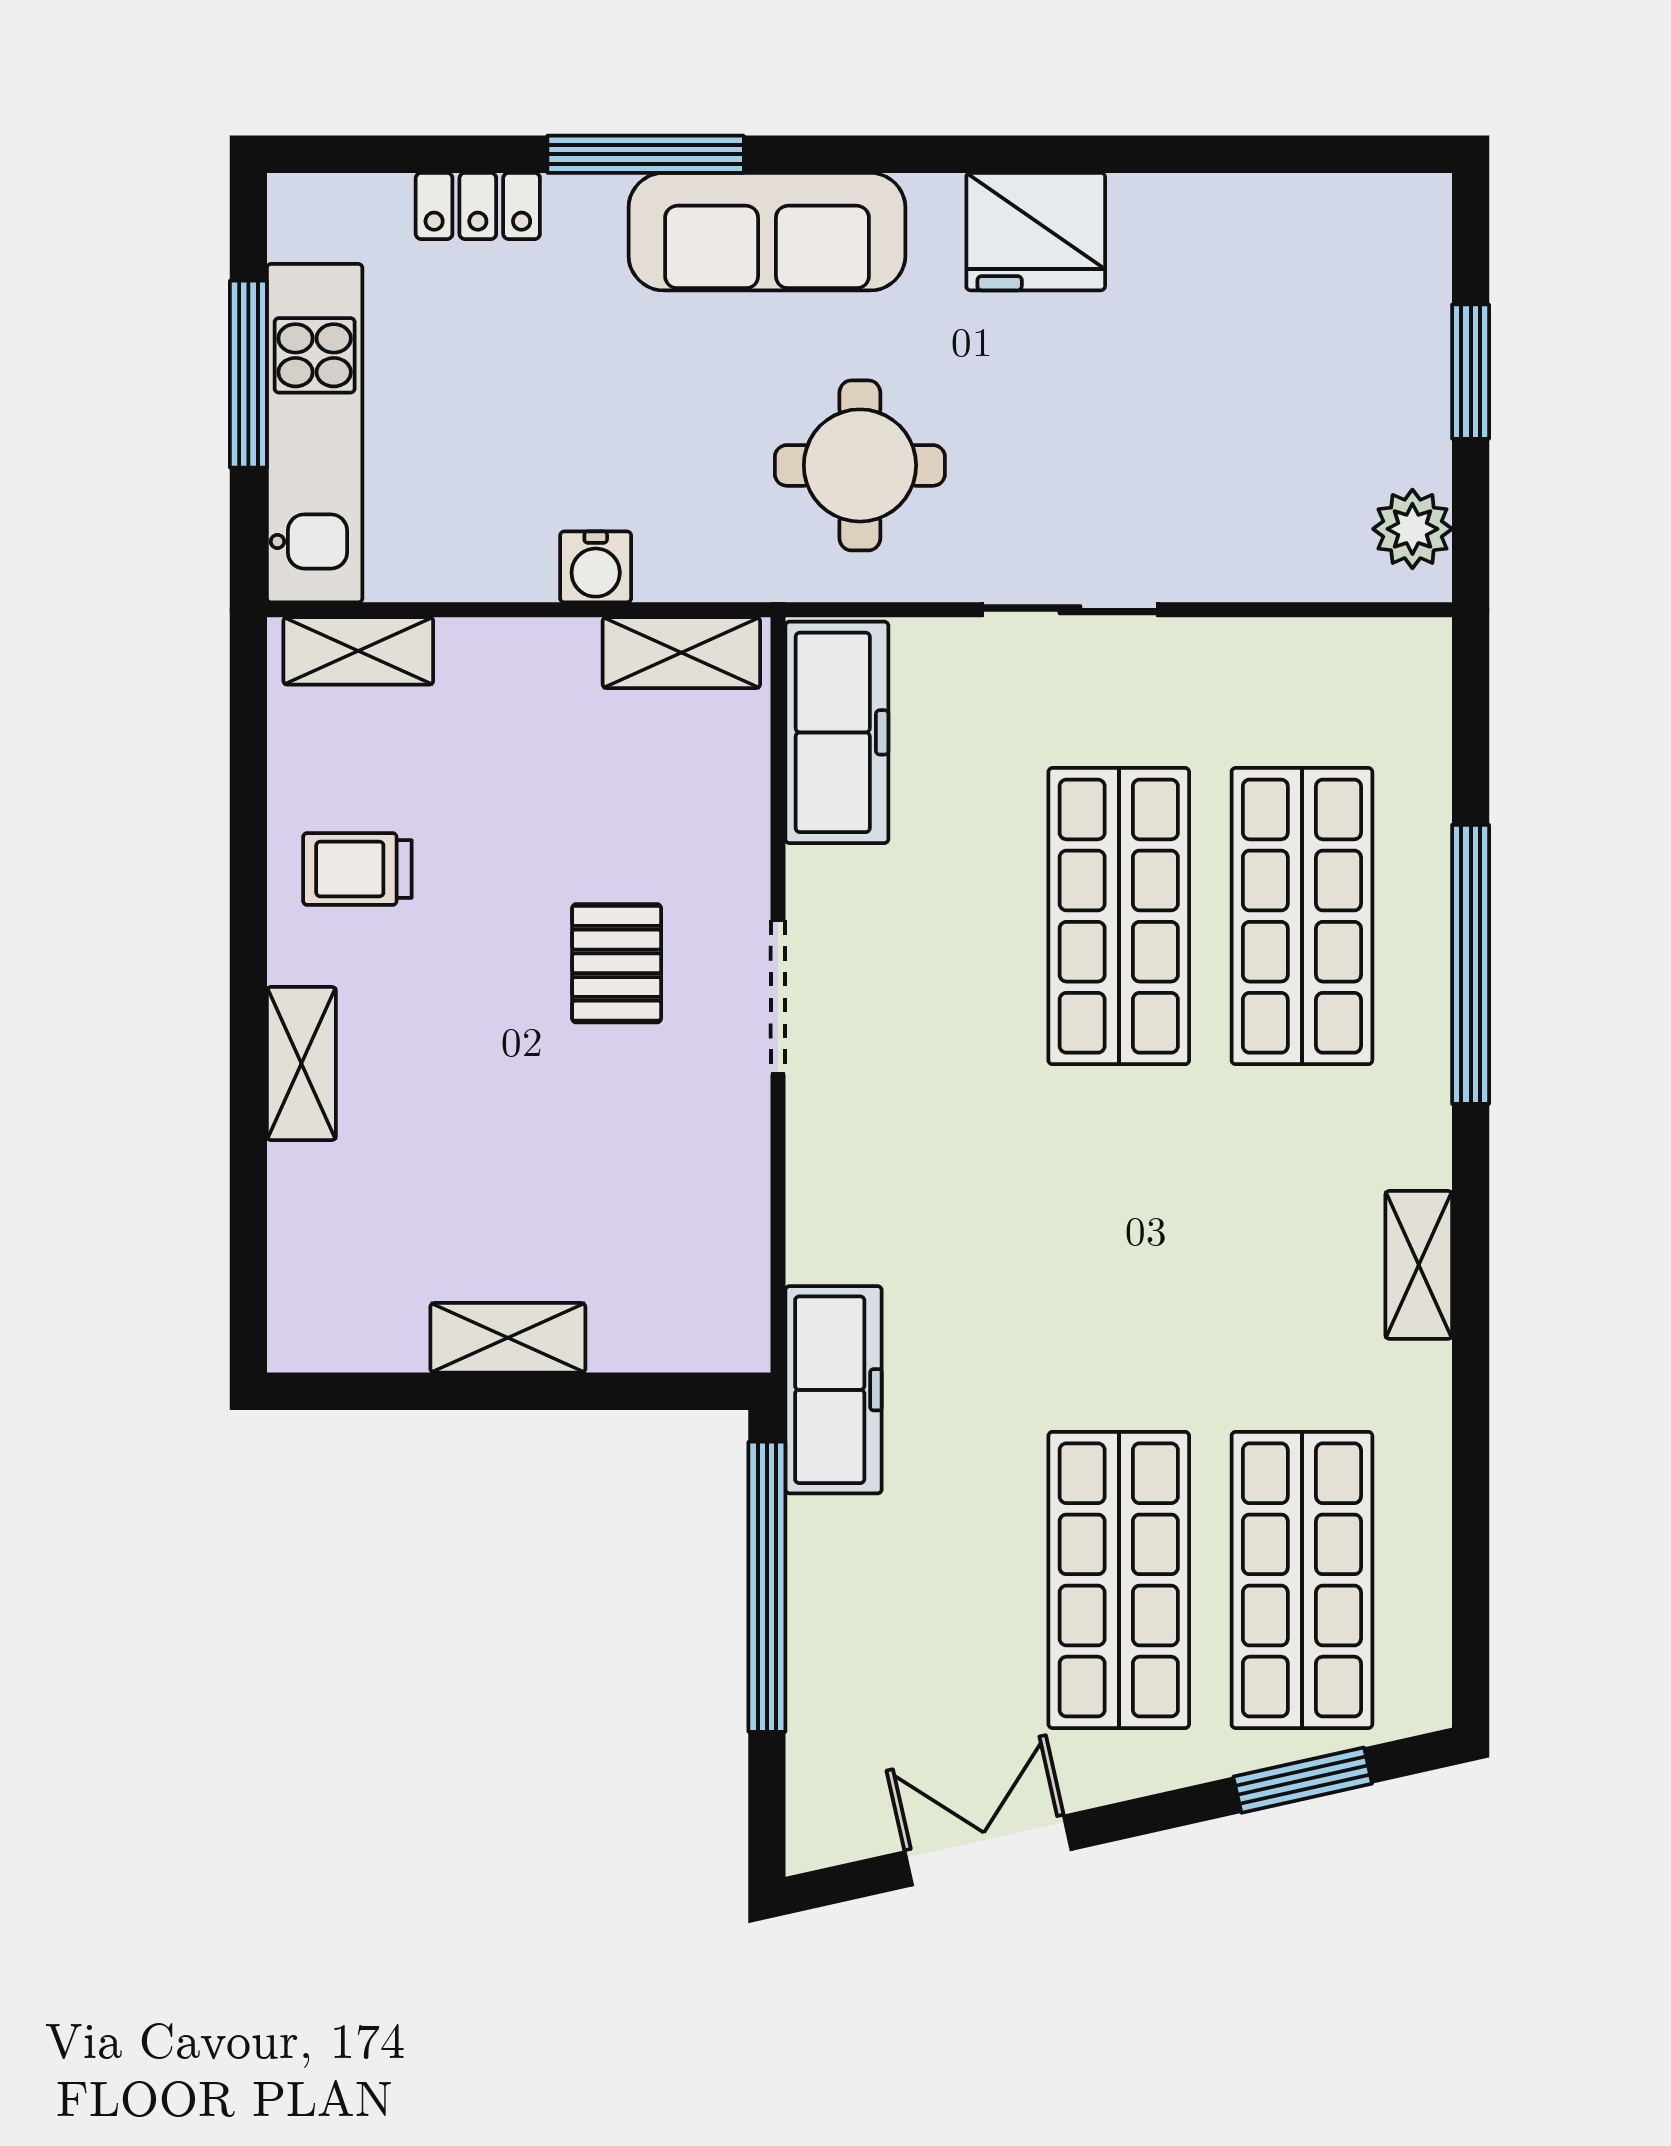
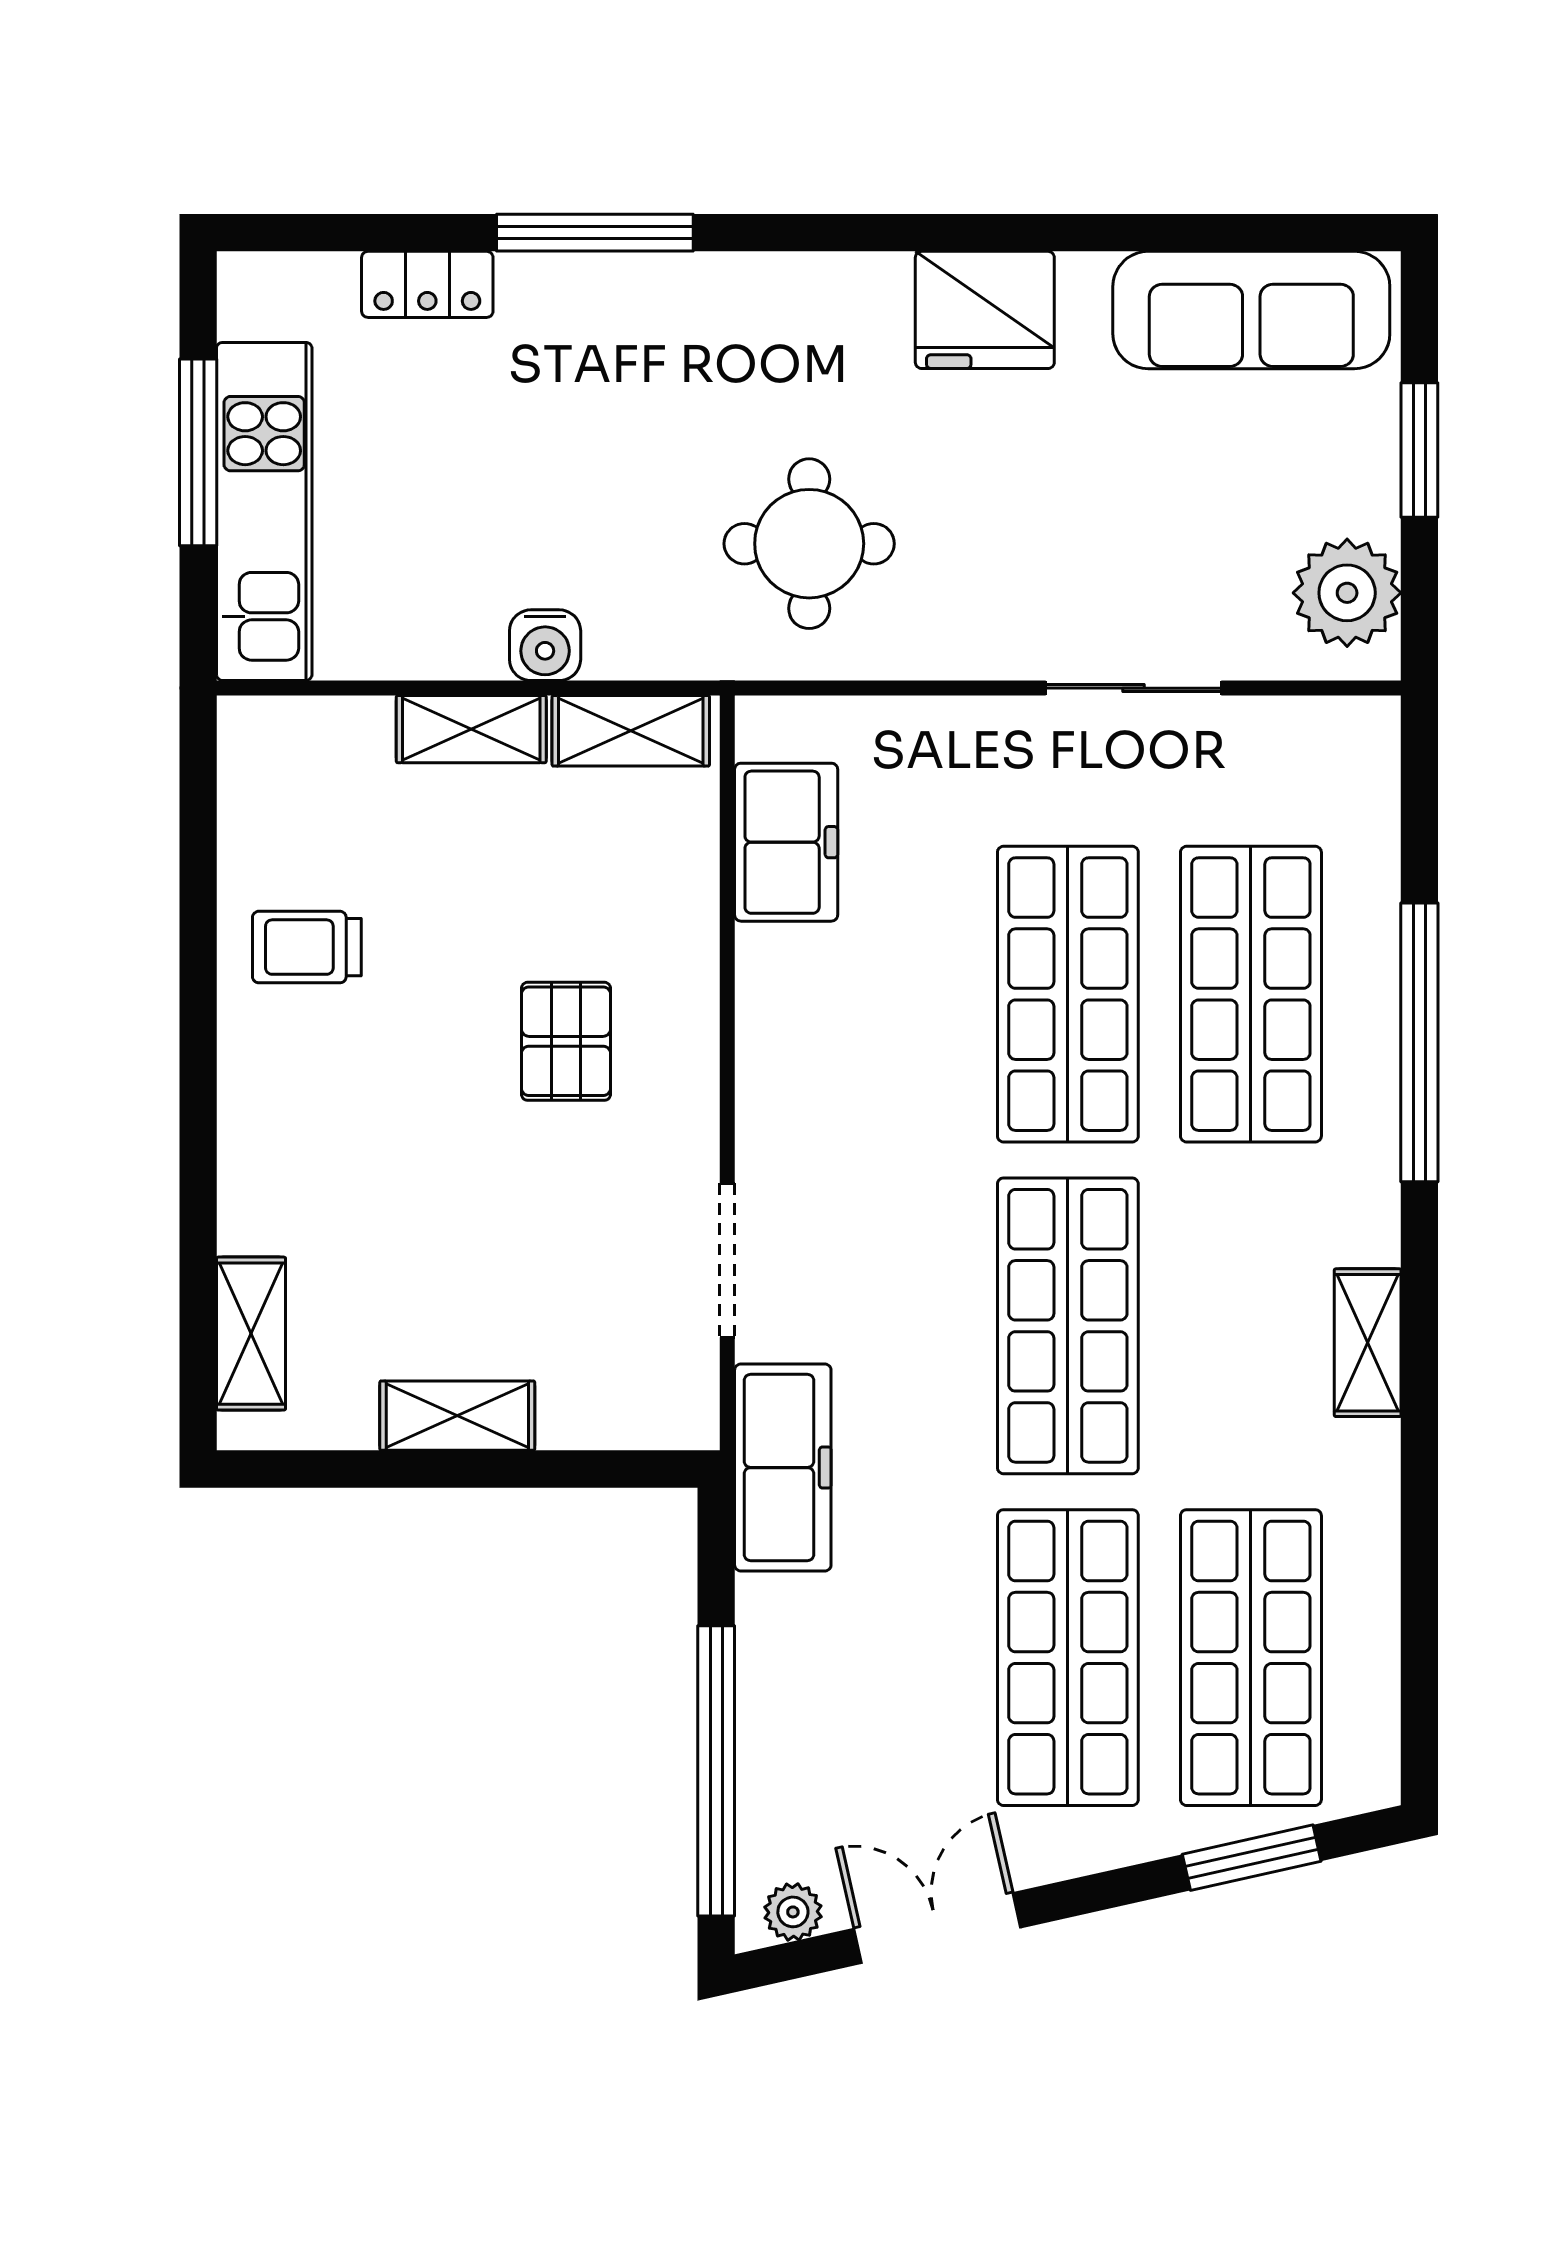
sofa: (767, 232) -> (1251, 310), moved
plant: (1412, 529) -> (1347, 593), width x1.36, depth x1.36
sliding door: (1070, 610) -> (1134, 688), moved
shelving: (358, 651) -> (471, 729), moved
freezer: (837, 732) -> (786, 842), width x0.71
doorway: (778, 997) -> (727, 1260), moved
shelving: (301, 1064) -> (251, 1334), moved
shop shelf: (1119, 1248) -> (1068, 1326), added
window: (767, 1587) -> (716, 1771), moved
plant: (844, 1834) -> (793, 1912), added

